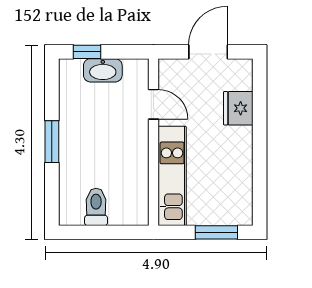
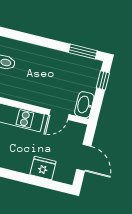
washbasin: (103, 70) -> (84, 105), moved
window: (52, 142) -> (83, 52), moved

